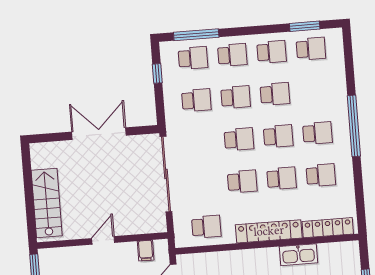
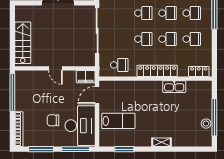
locker: (328, 228) -> (199, 71), width x0.66
door: (103, 240) -> (55, 68), swing flipped
filing cabinet: (146, 251) -> (86, 77), width x2.00

